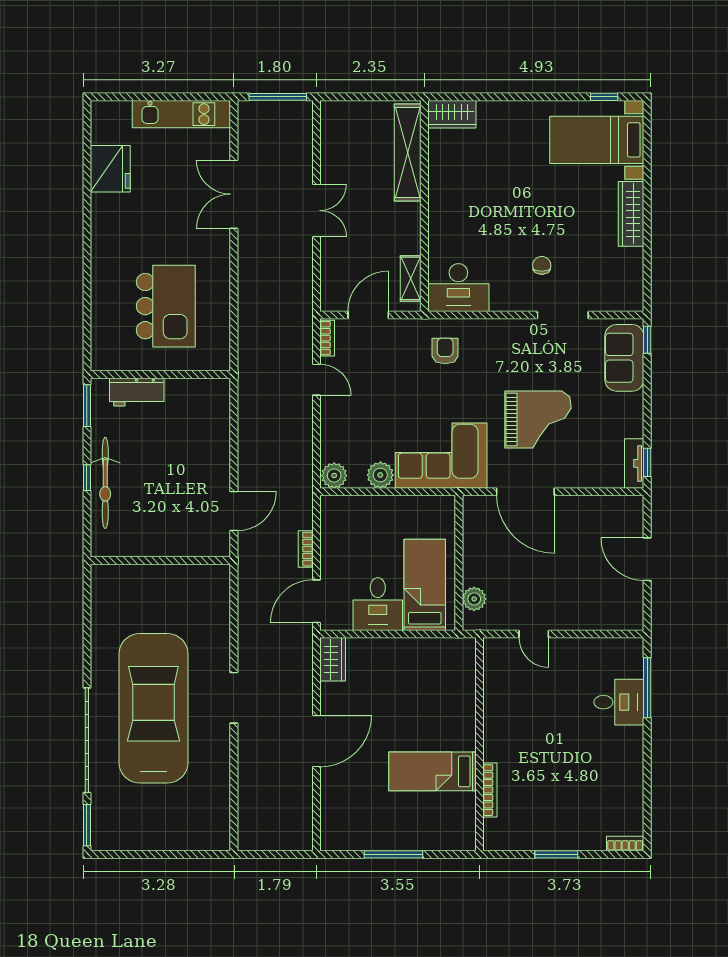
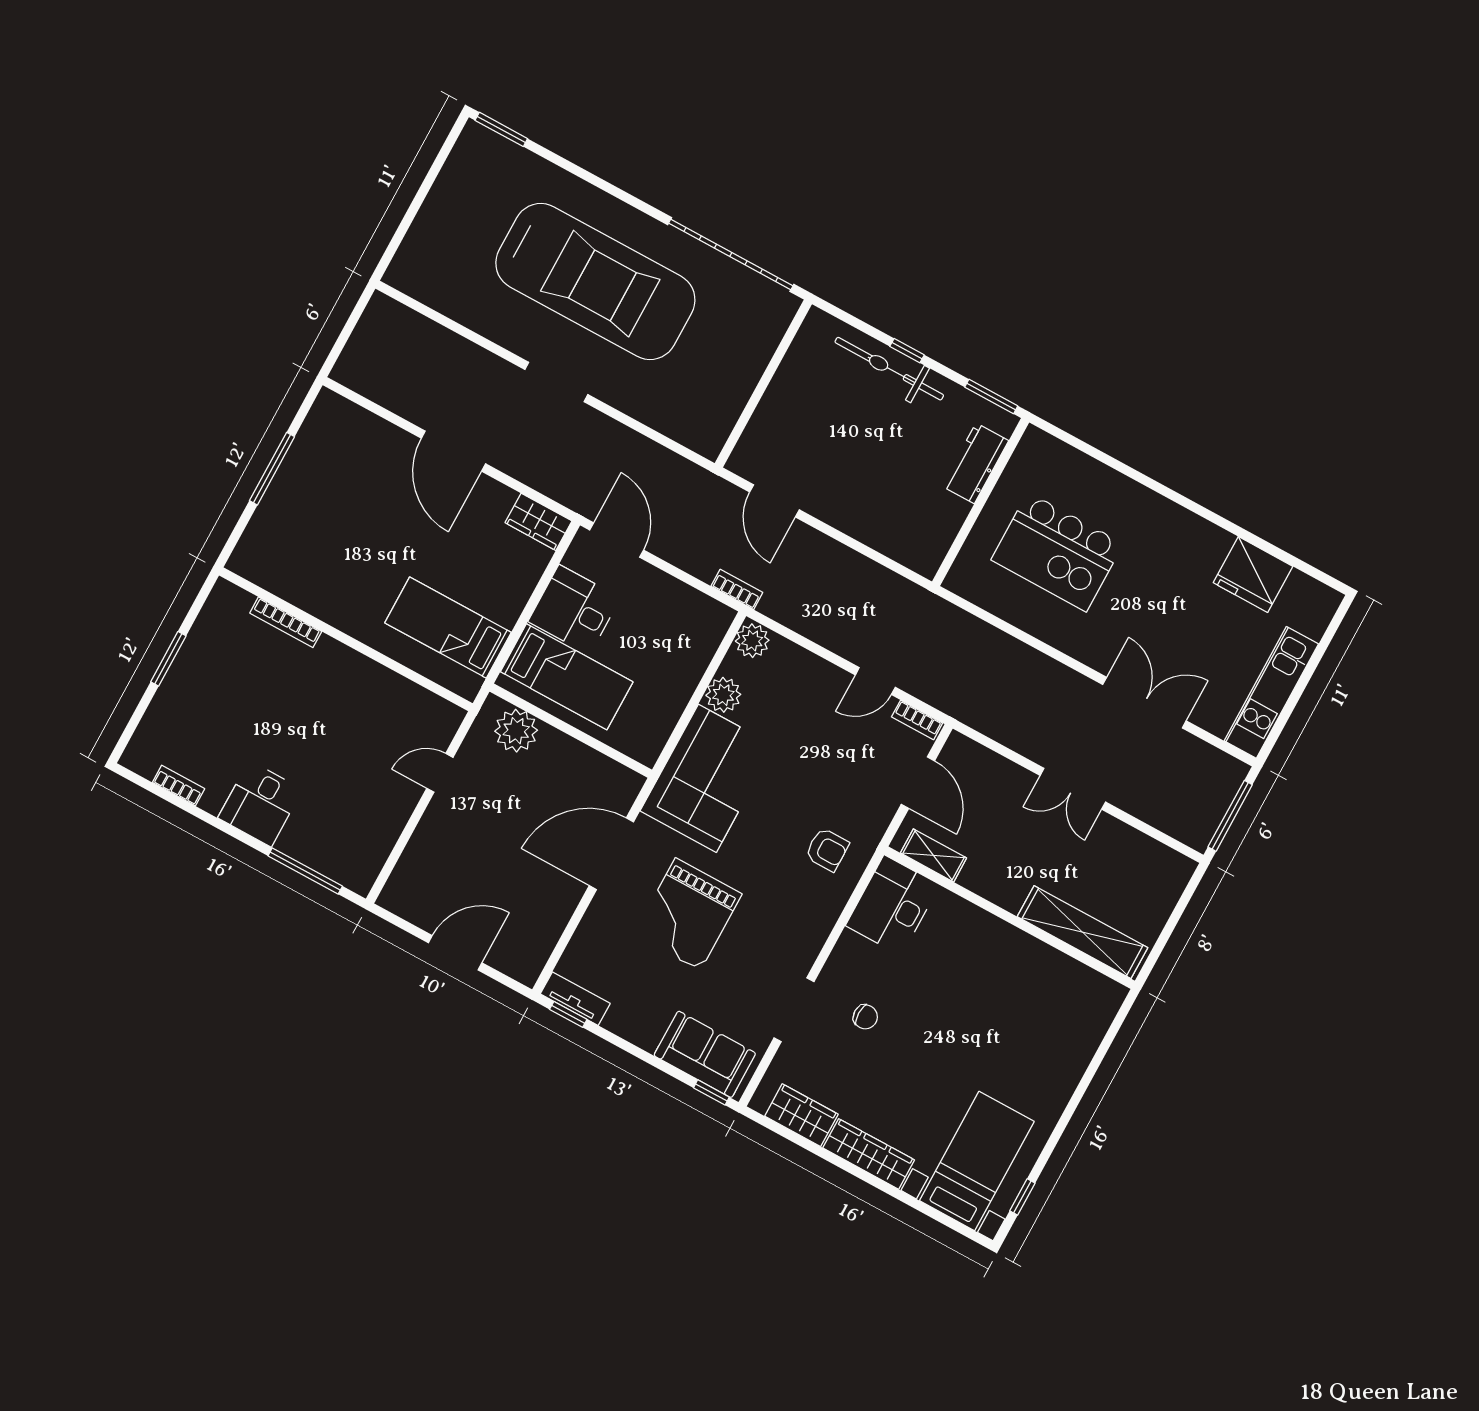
wardrobe: (452, 114) -> (801, 1115), moved, turned 90
bookcase: (306, 549) -> (737, 589), moved
plant: (474, 599) -> (516, 731), width x1.36, depth x1.36
desk: (619, 702) -> (260, 804), moved
garage door: (87, 740) -> (731, 255), moved
bed: (432, 771) -> (448, 628), moved, turned -90
bookcase: (625, 844) -> (179, 786), moved, turned -90

